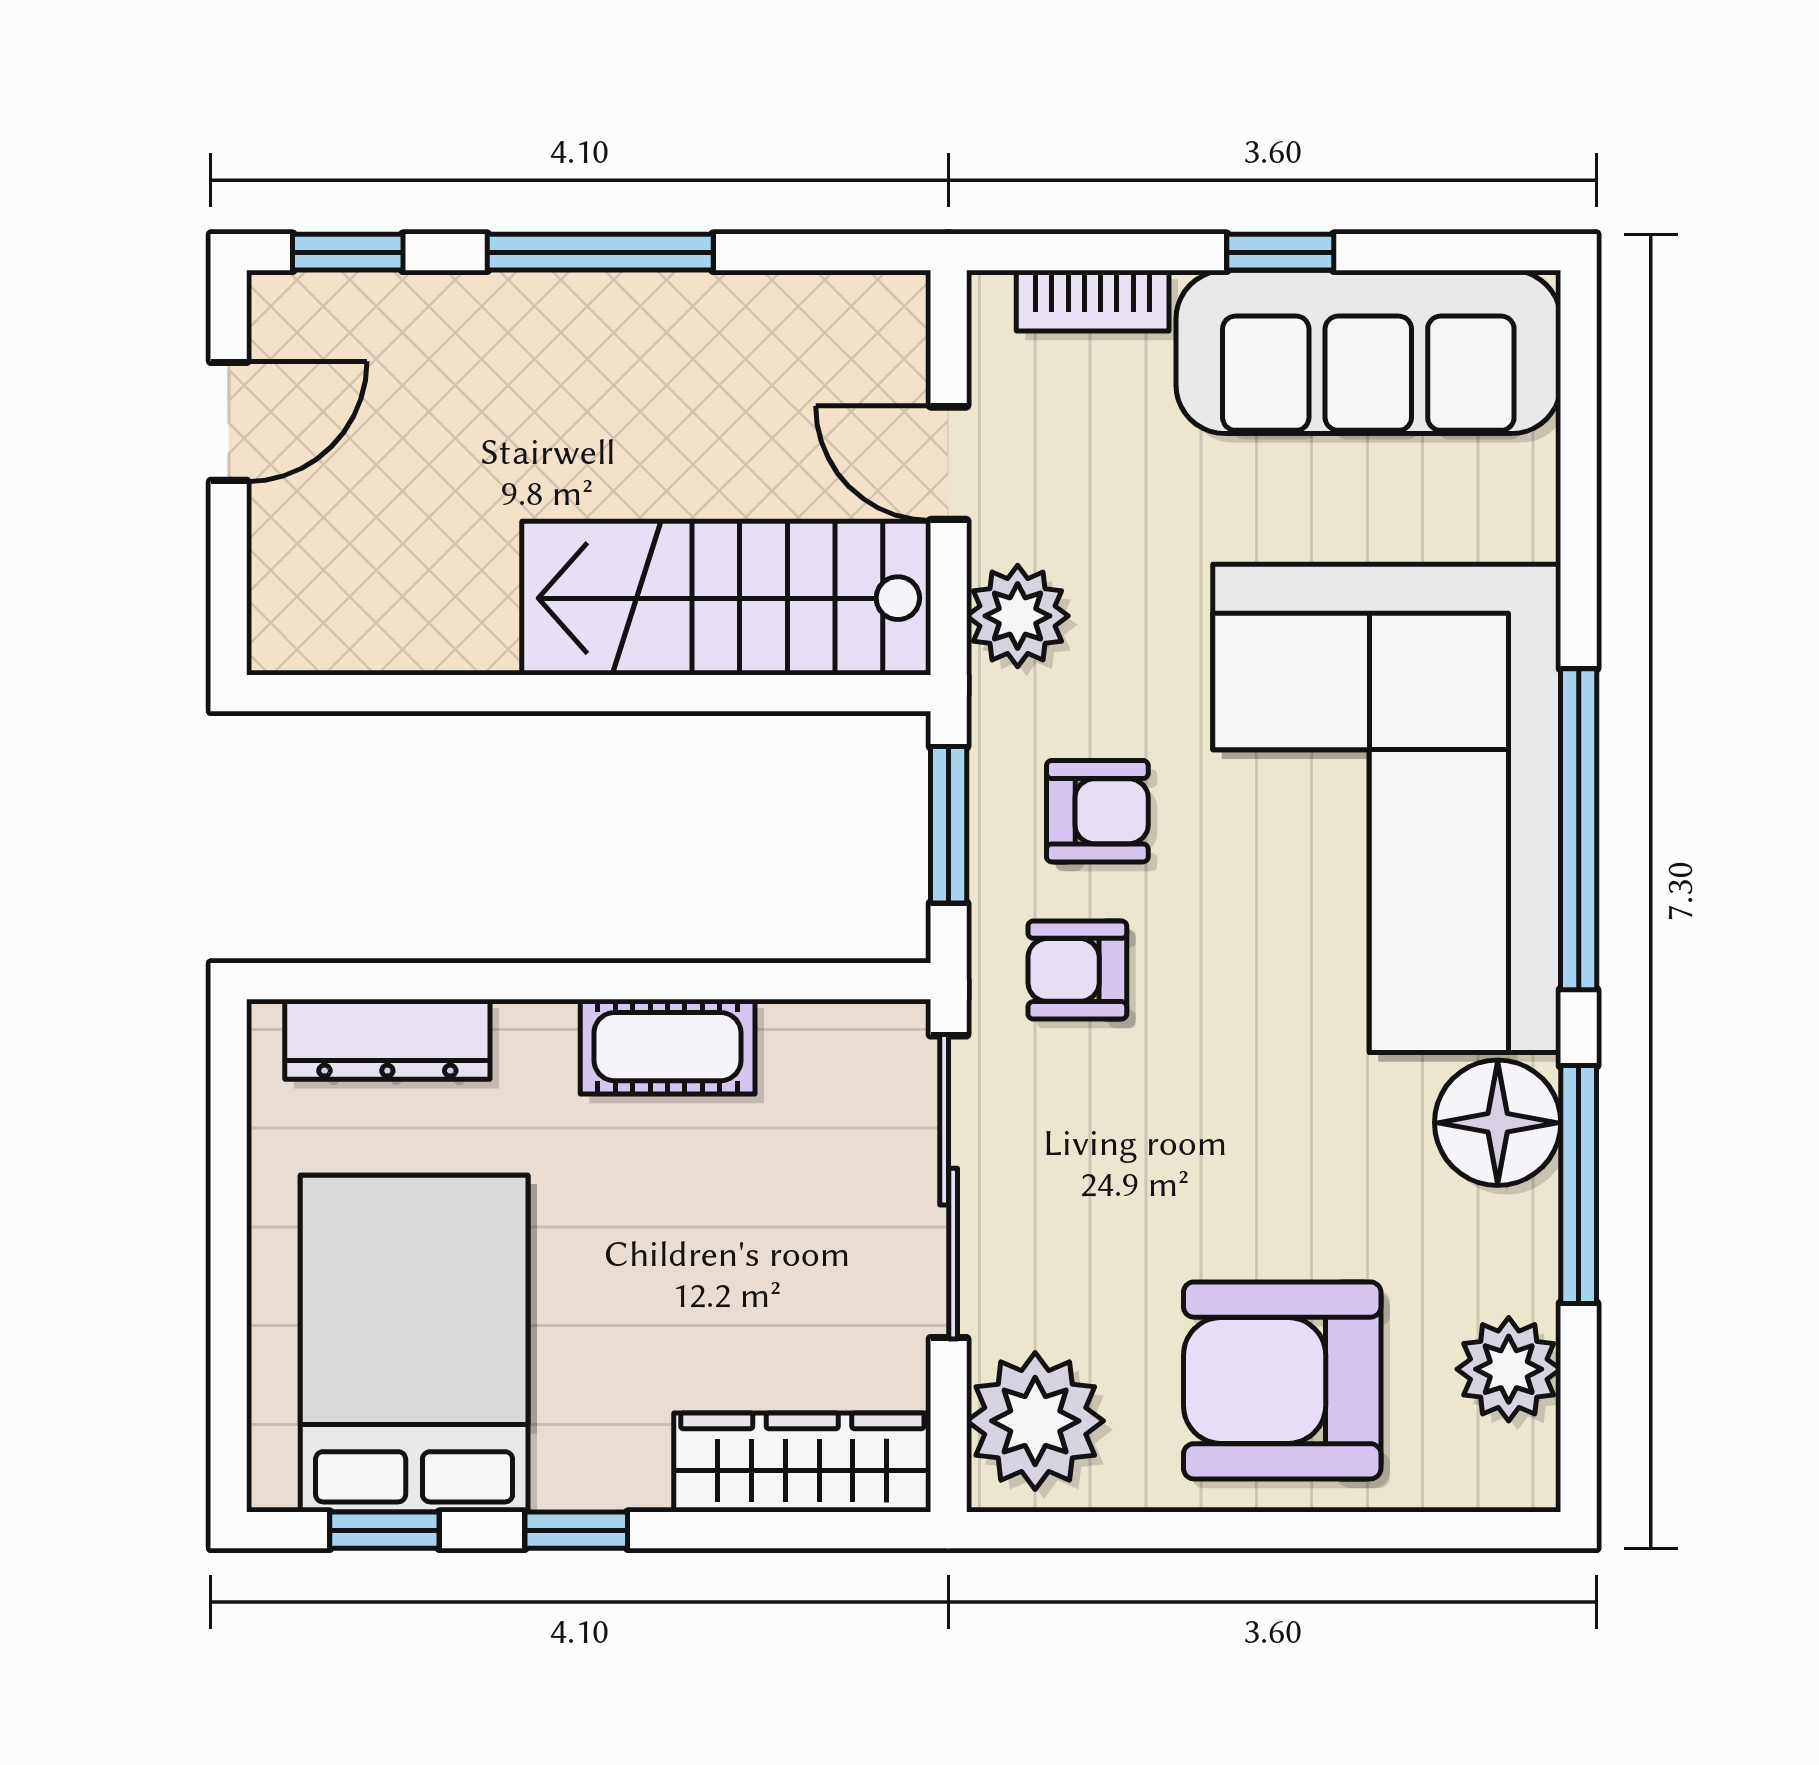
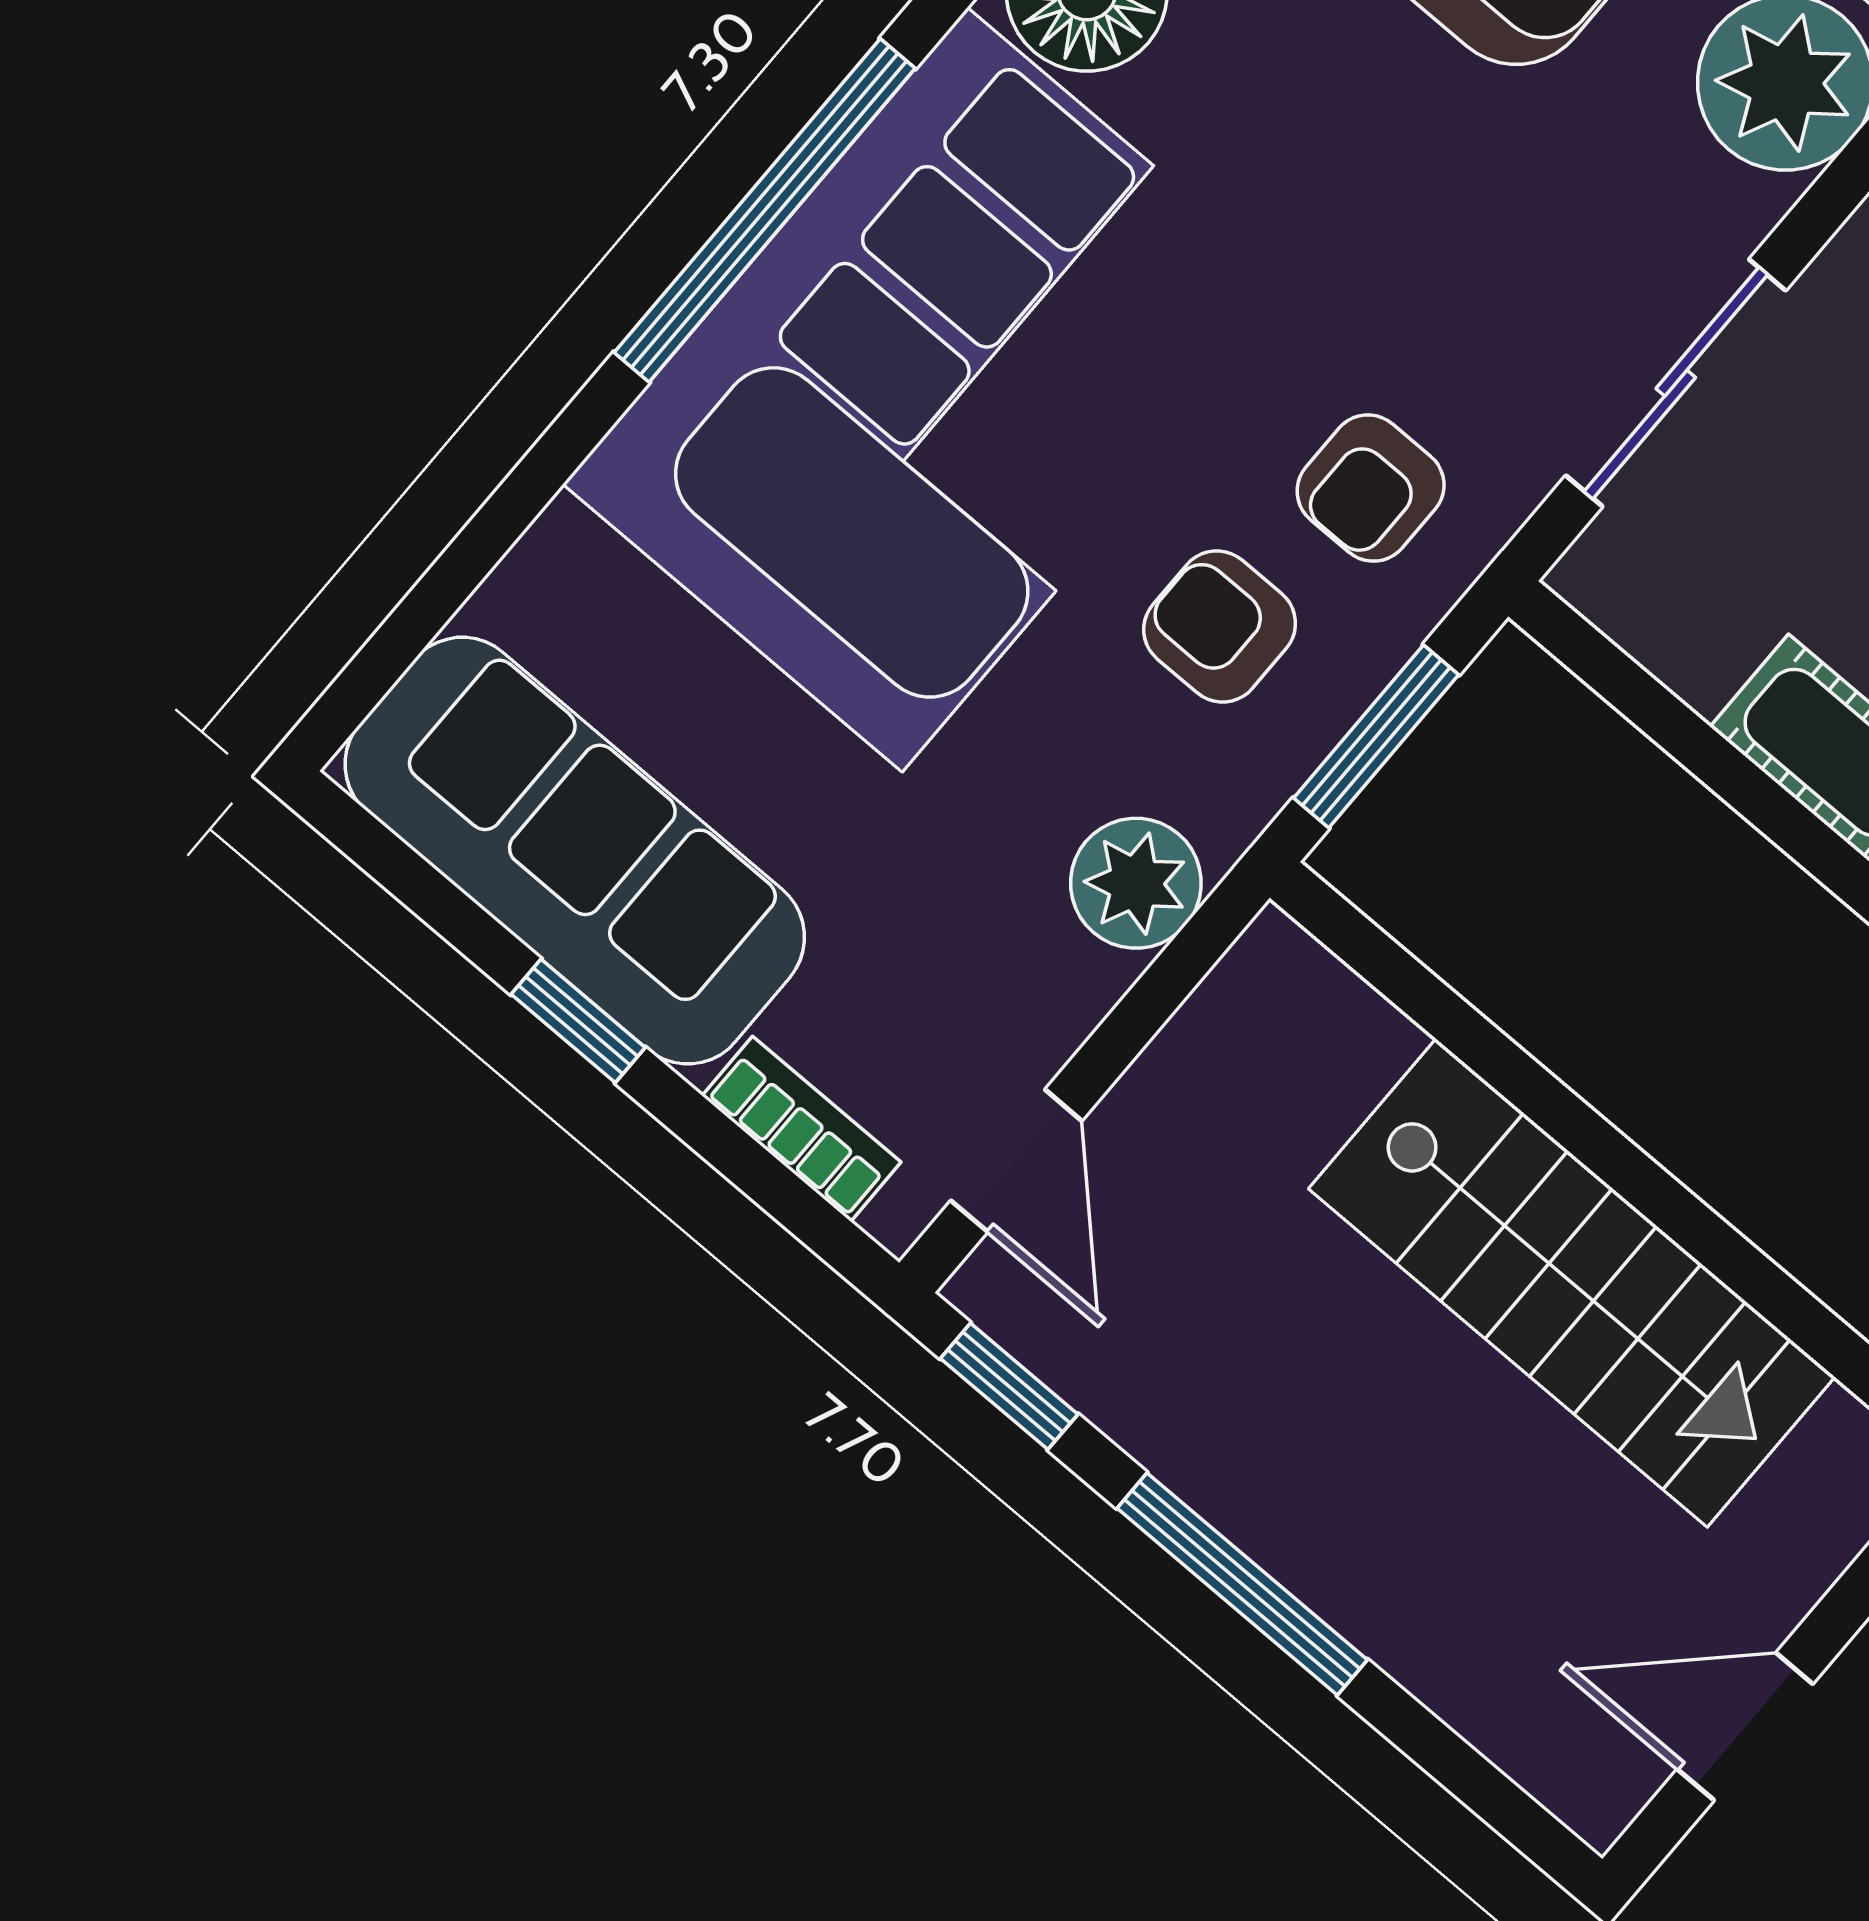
window: (348, 252) -> (1009, 1386), moved
door: (949, 463) -> (1016, 1161), moved
stairs: (726, 598) -> (1572, 1283), moved
armchair: (1077, 970) -> (1371, 488), turned 90
sliding door: (949, 1187) -> (1676, 383), width x0.73

